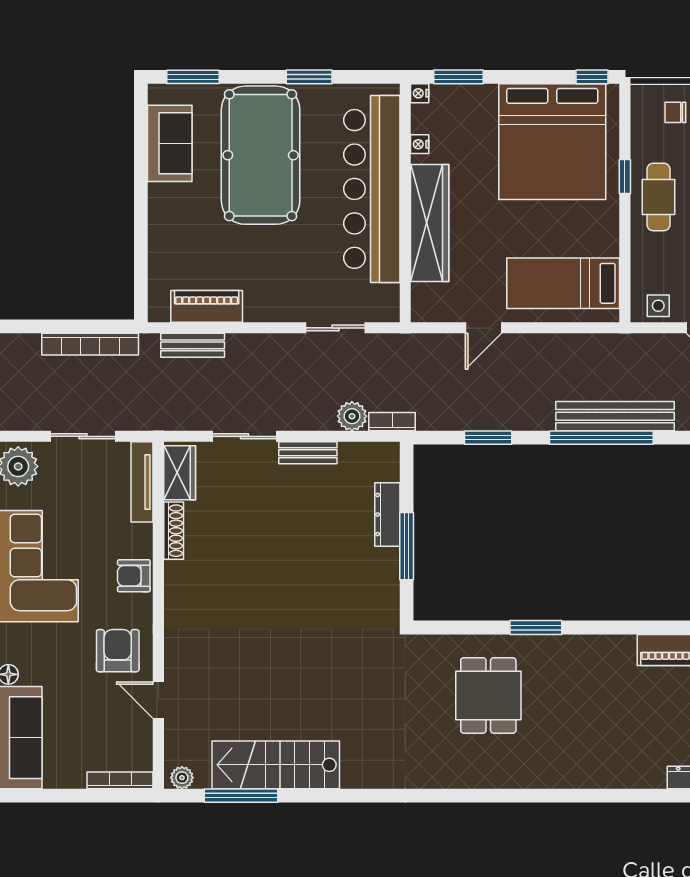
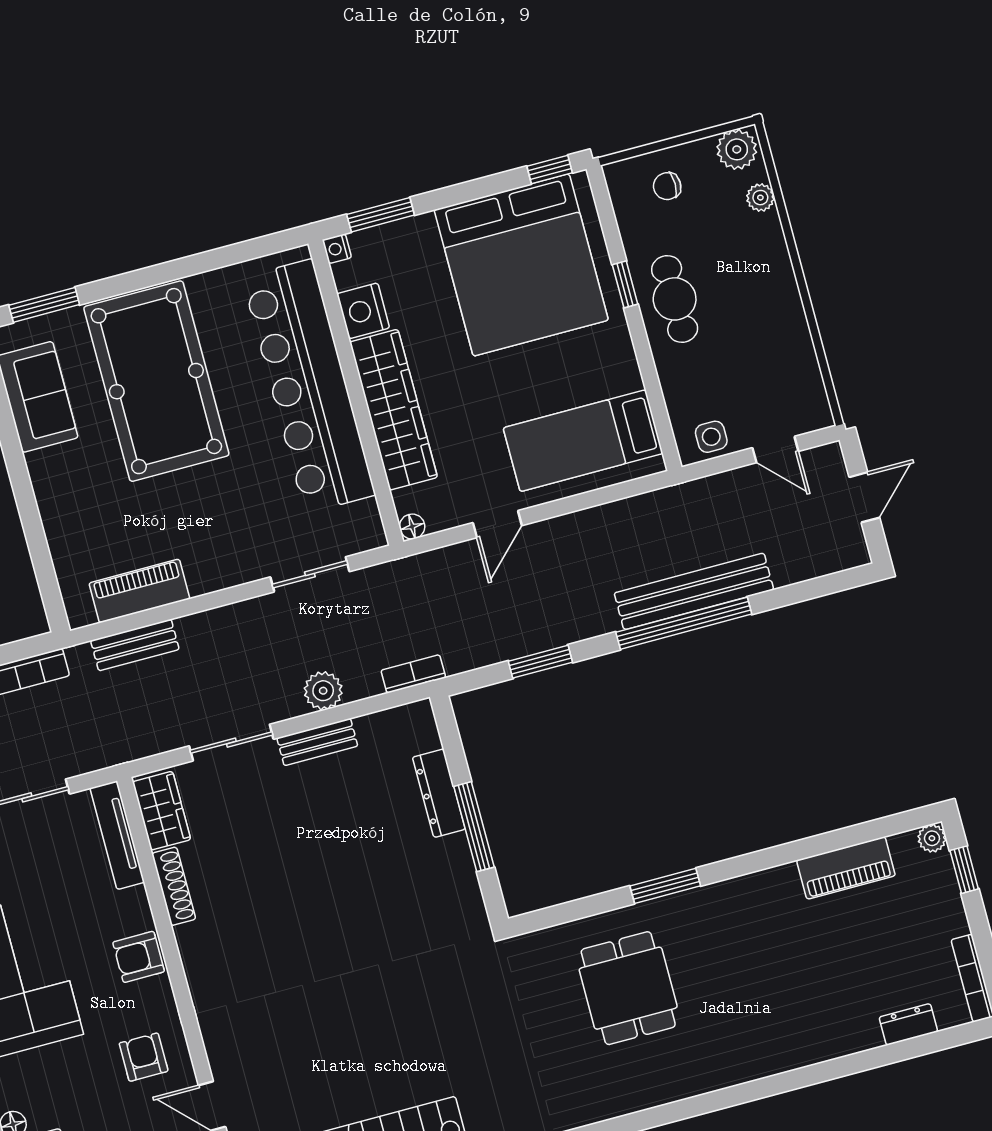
window: (309, 77) -> (191, 265), removed
nightstand: (420, 144) -> (363, 311), width x1.89, depth x1.79
floor lamp: (420, 313) -> (412, 527), added
plant: (352, 416) -> (323, 691), moved
armchair: (118, 651) -> (144, 1057), width x0.72, depth x0.72

